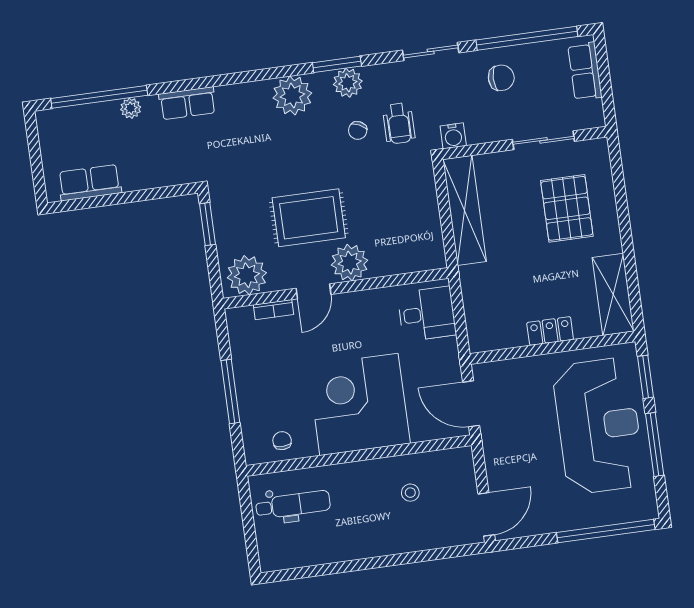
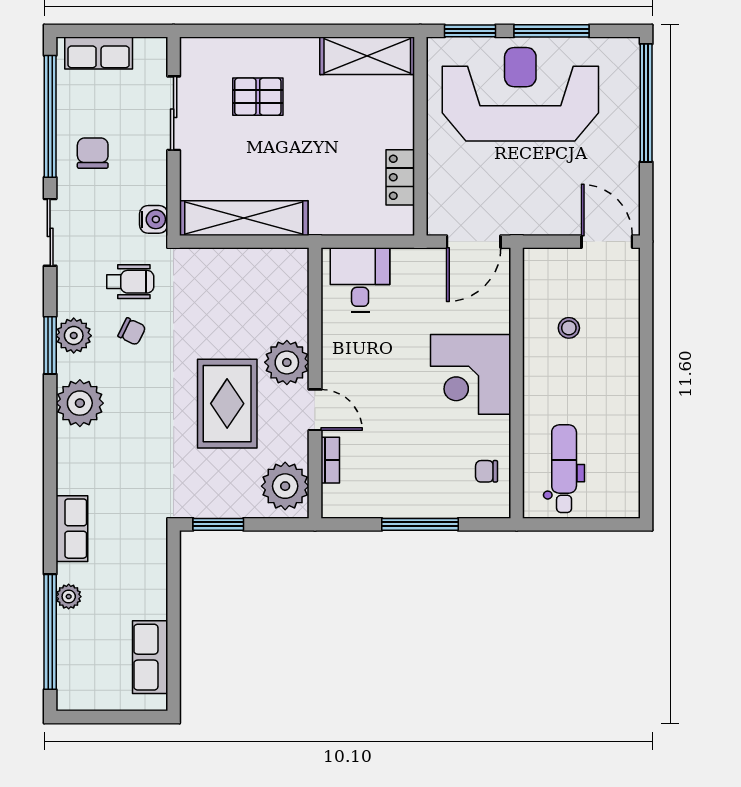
pallet: (567, 208) -> (258, 97), width x0.67, depth x0.71
locker: (550, 331) -> (400, 177), moved
corner desk: (359, 404) -> (471, 374), width x0.74, depth x0.74

